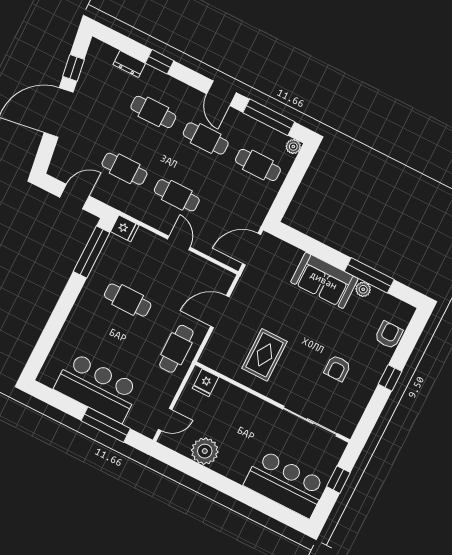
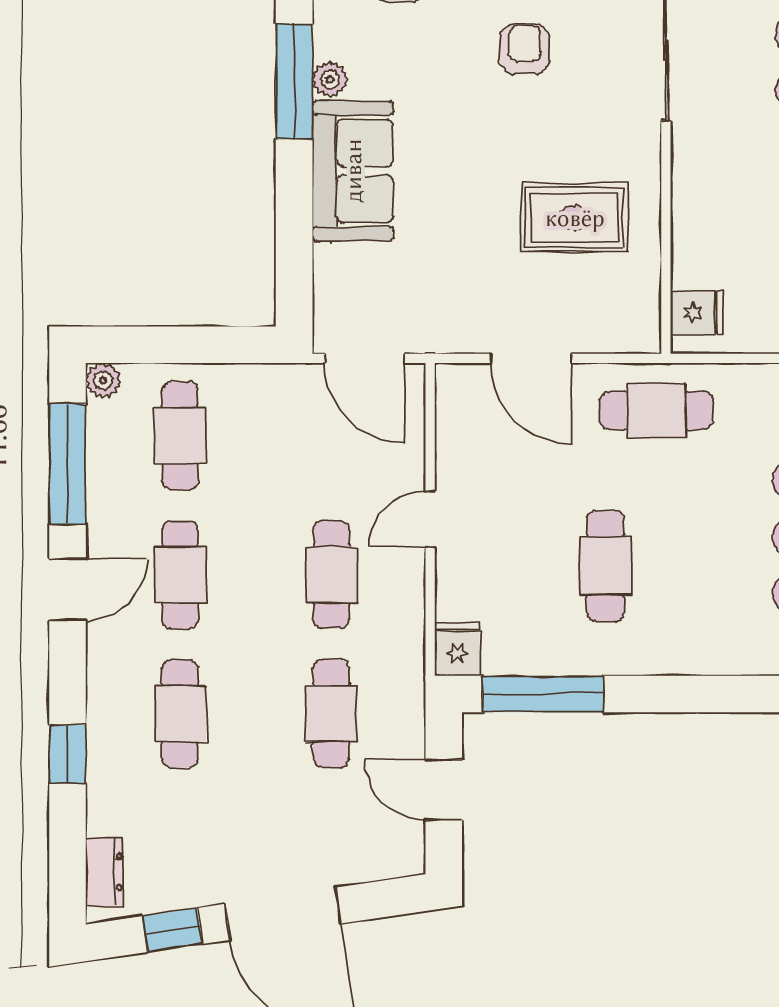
dresser: (129, 64) -> (105, 872), moved
armchair: (337, 368) -> (525, 49), turned -90

